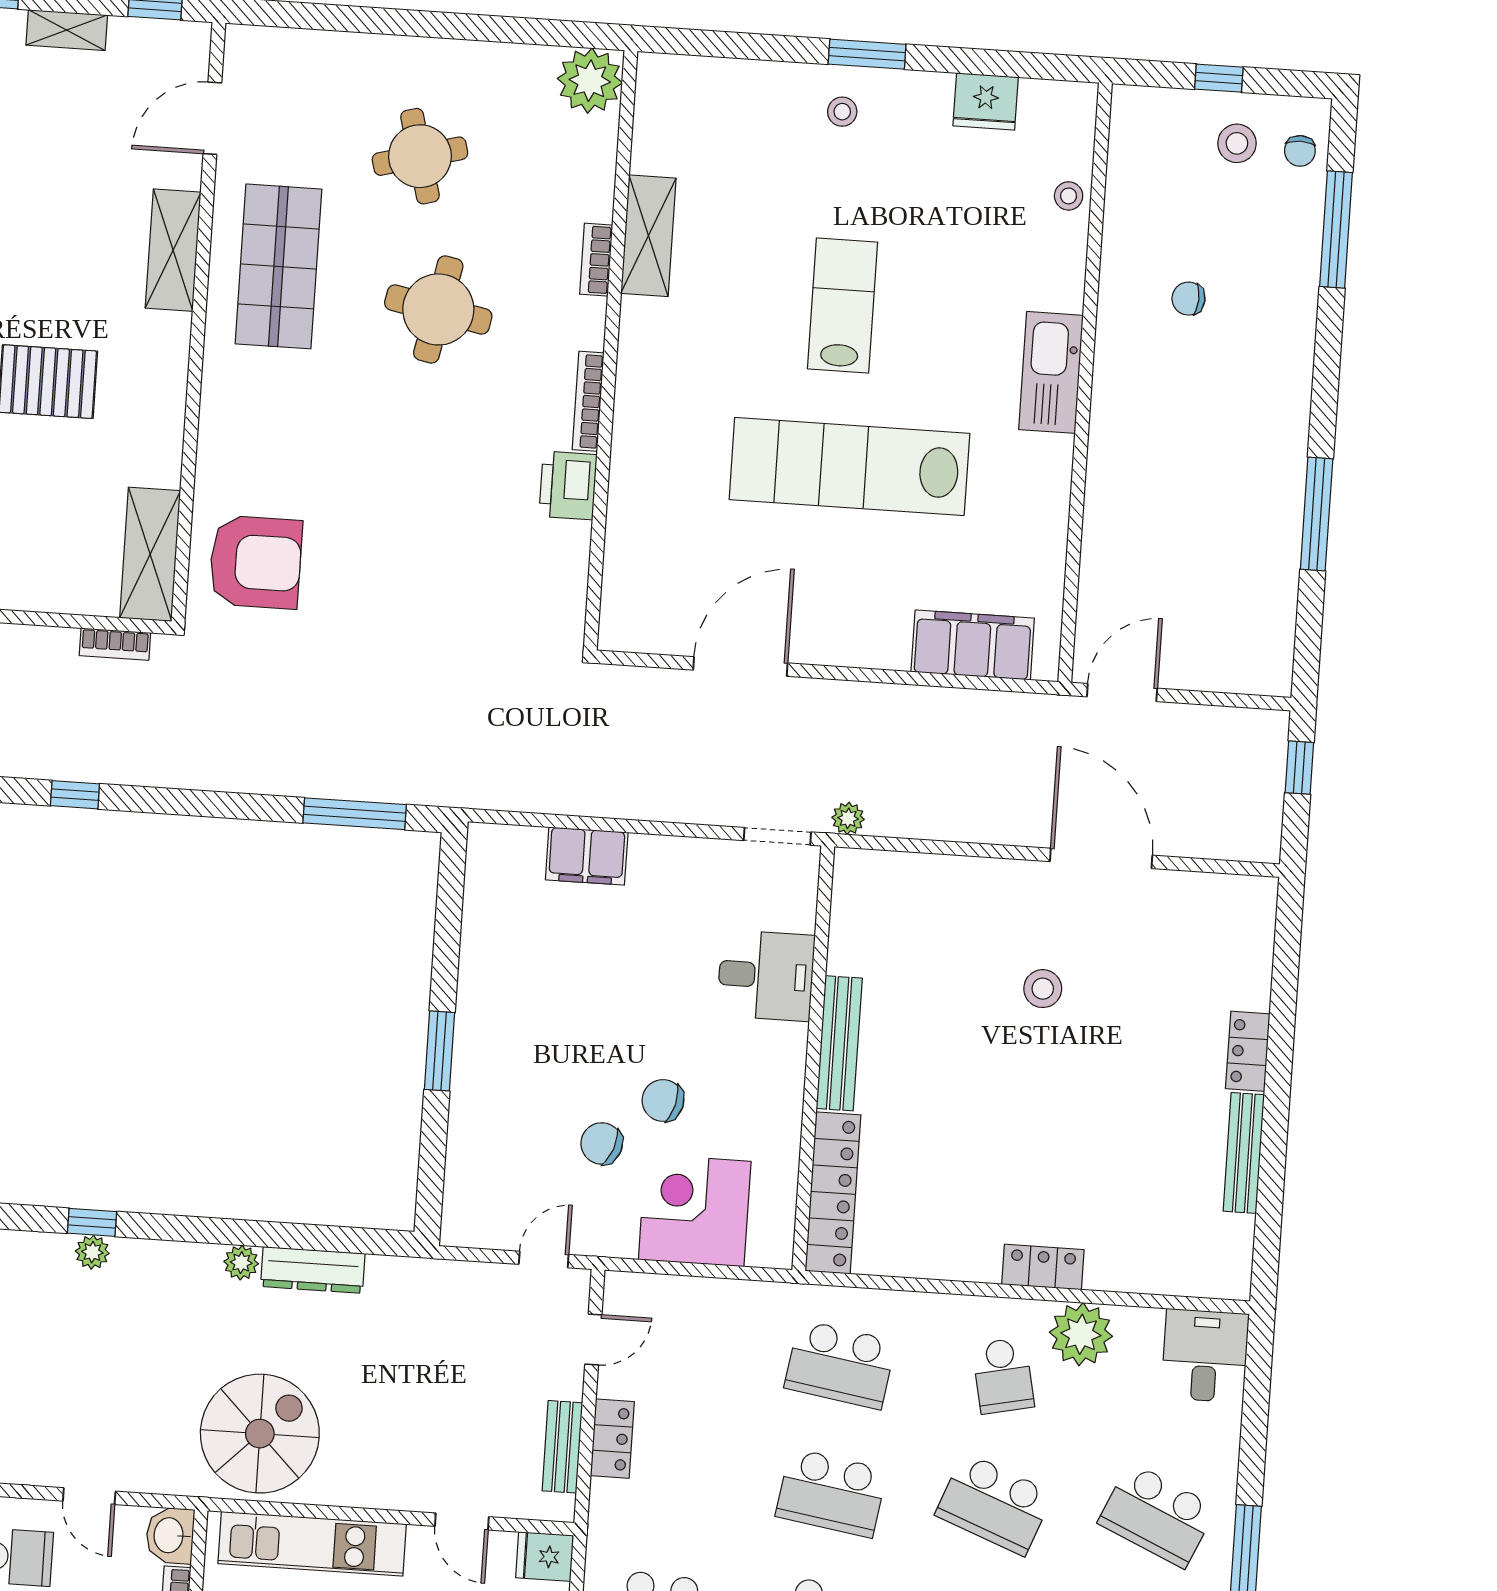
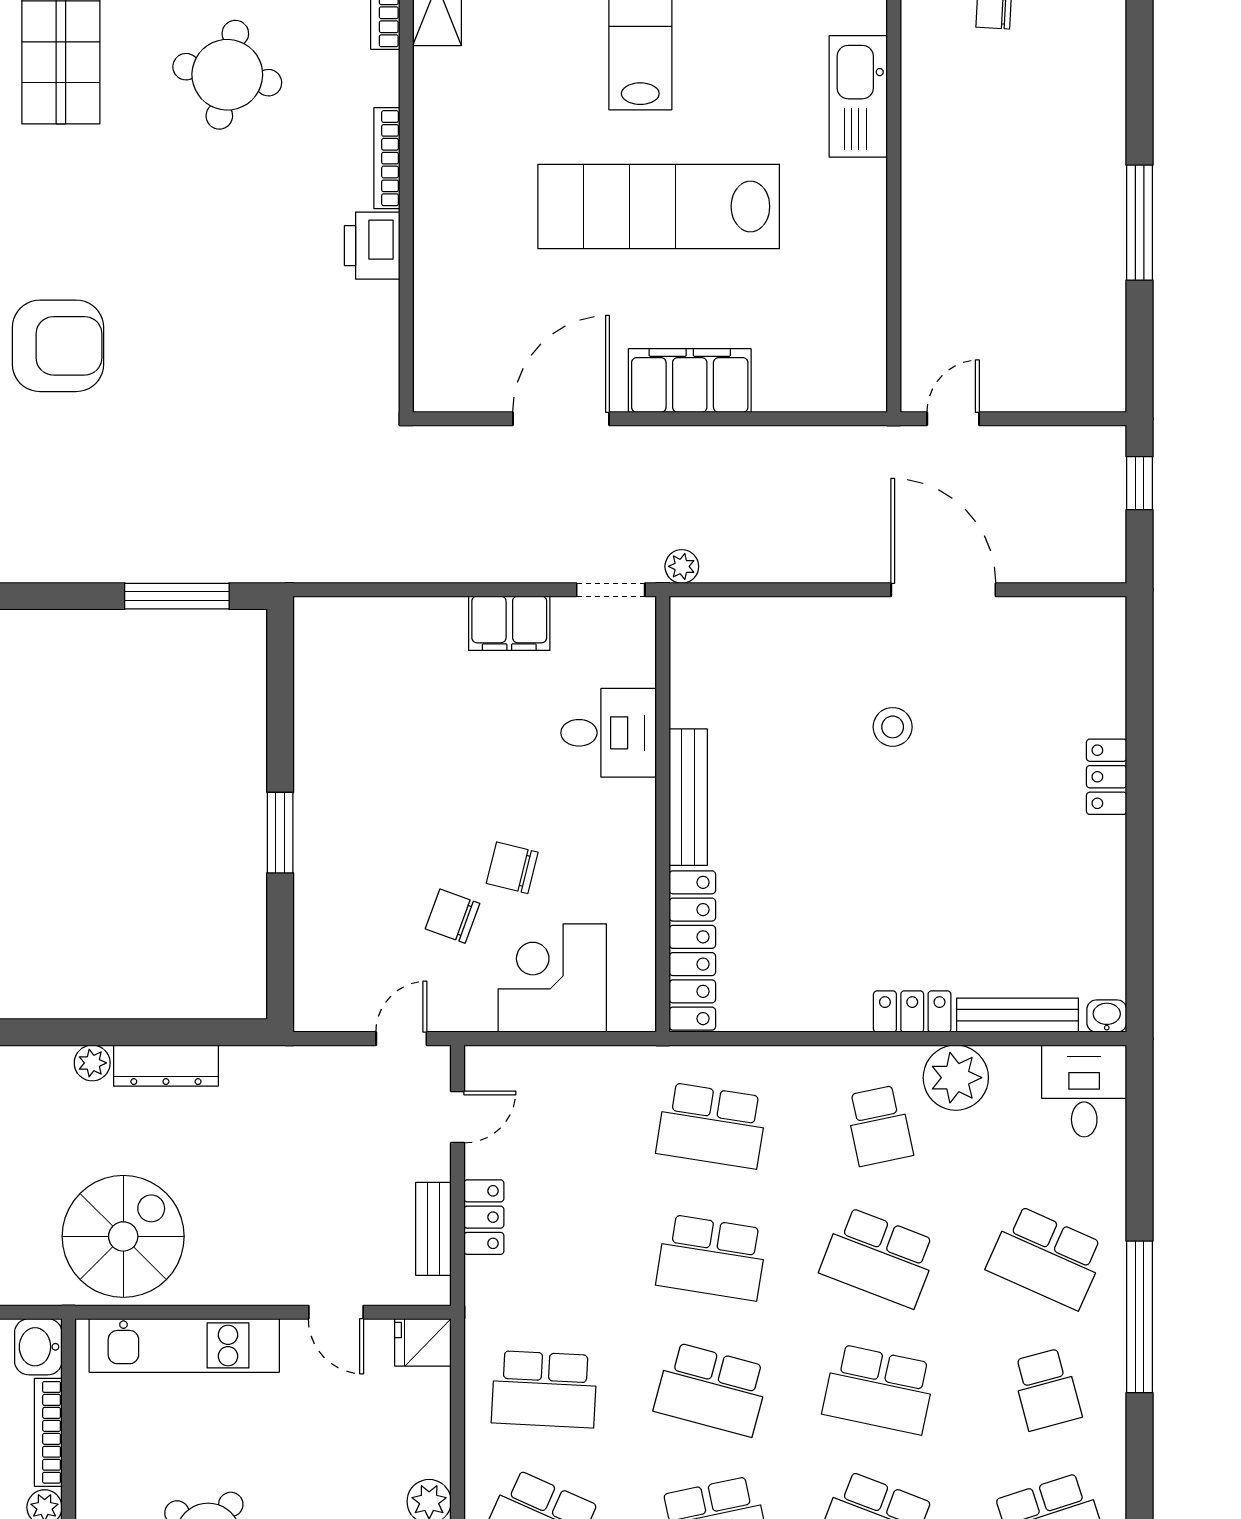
filing cabinet: (973, 645) -> (690, 380), moved
door: (1122, 693) -> (953, 419), width x0.73
filing cabinet: (587, 856) -> (509, 623), moved
bench: (1244, 1153) -> (1018, 1015), moved, turned 90
washbasin: (1232, 1284) -> (1107, 1016), added

